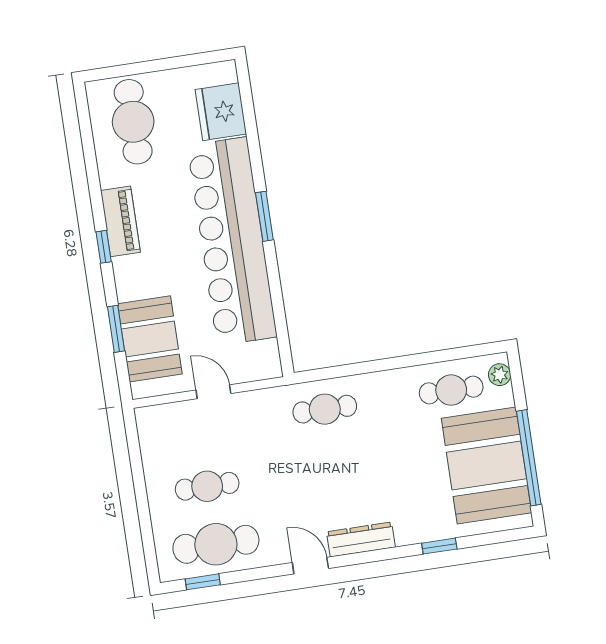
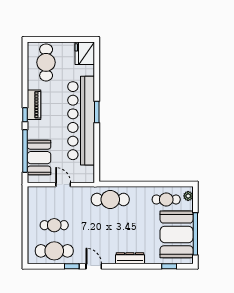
fridge: (221, 112) -> (85, 53), moved
window: (116, 329) -> (25, 151), width x2.11
cafe table: (325, 409) -> (110, 199), width x1.37, depth x1.35
dresser: (361, 539) -> (130, 258), moved
window: (439, 546) -> (169, 266), moved
window: (203, 582) -> (72, 266), moved

